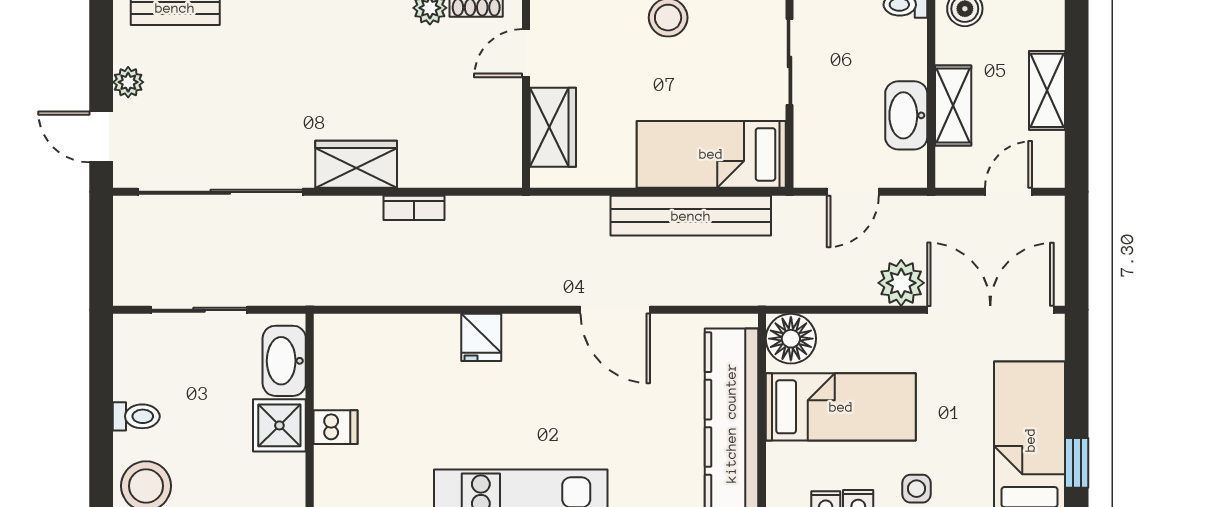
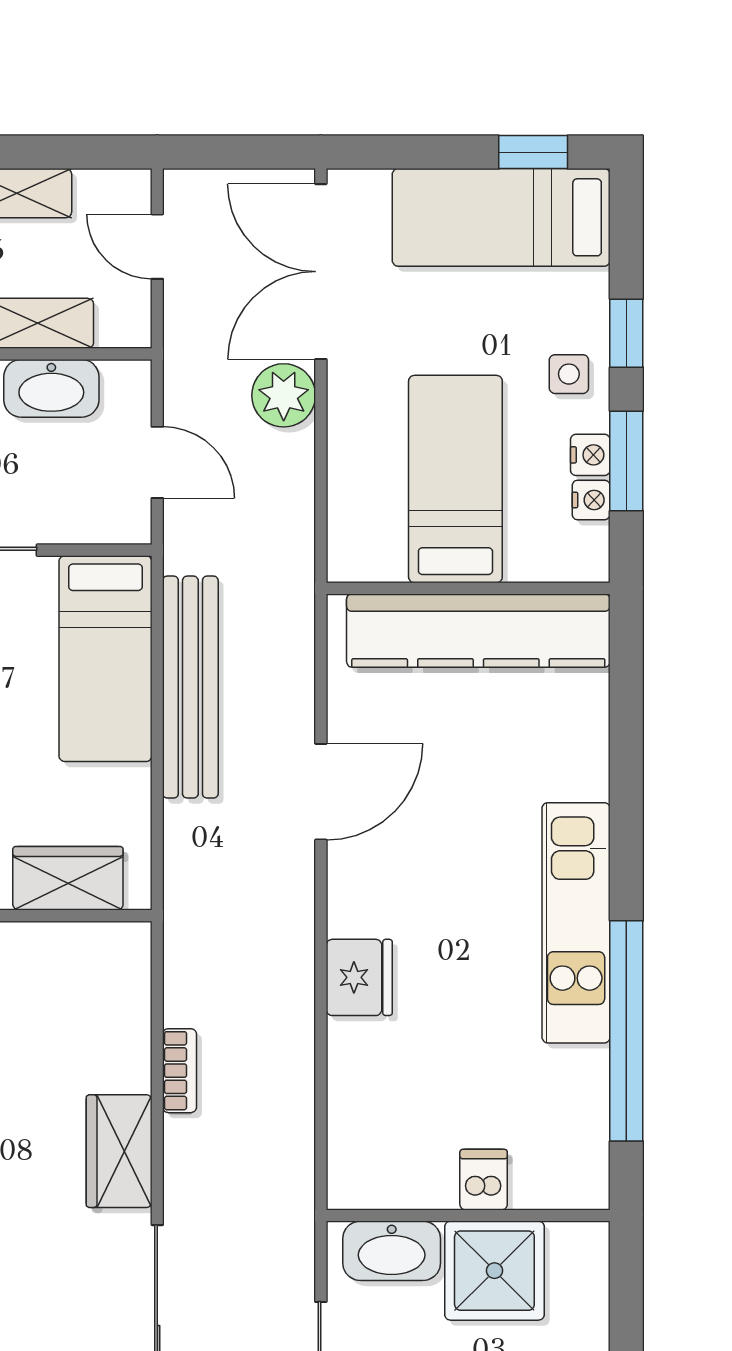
fridge: (481, 337) -> (359, 977), width x1.38
floor lamp: (791, 339) -> (361, 548), removed
shower: (279, 425) -> (494, 1271), width x1.36, depth x1.36

